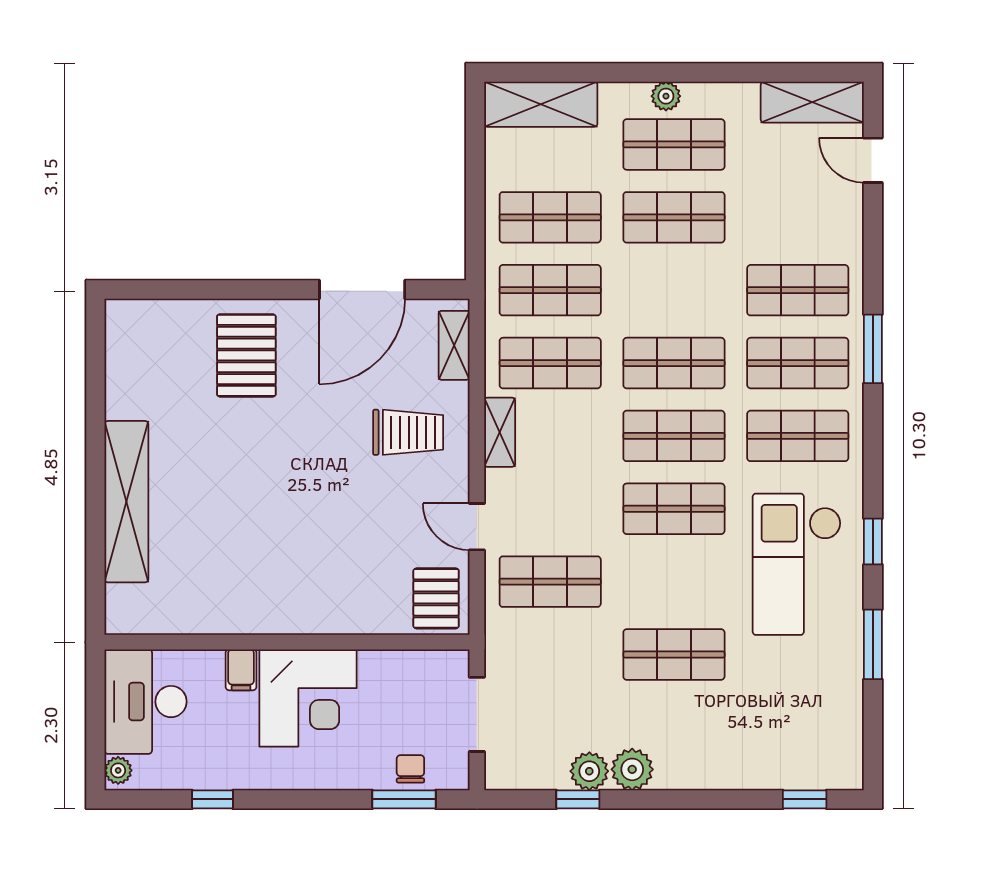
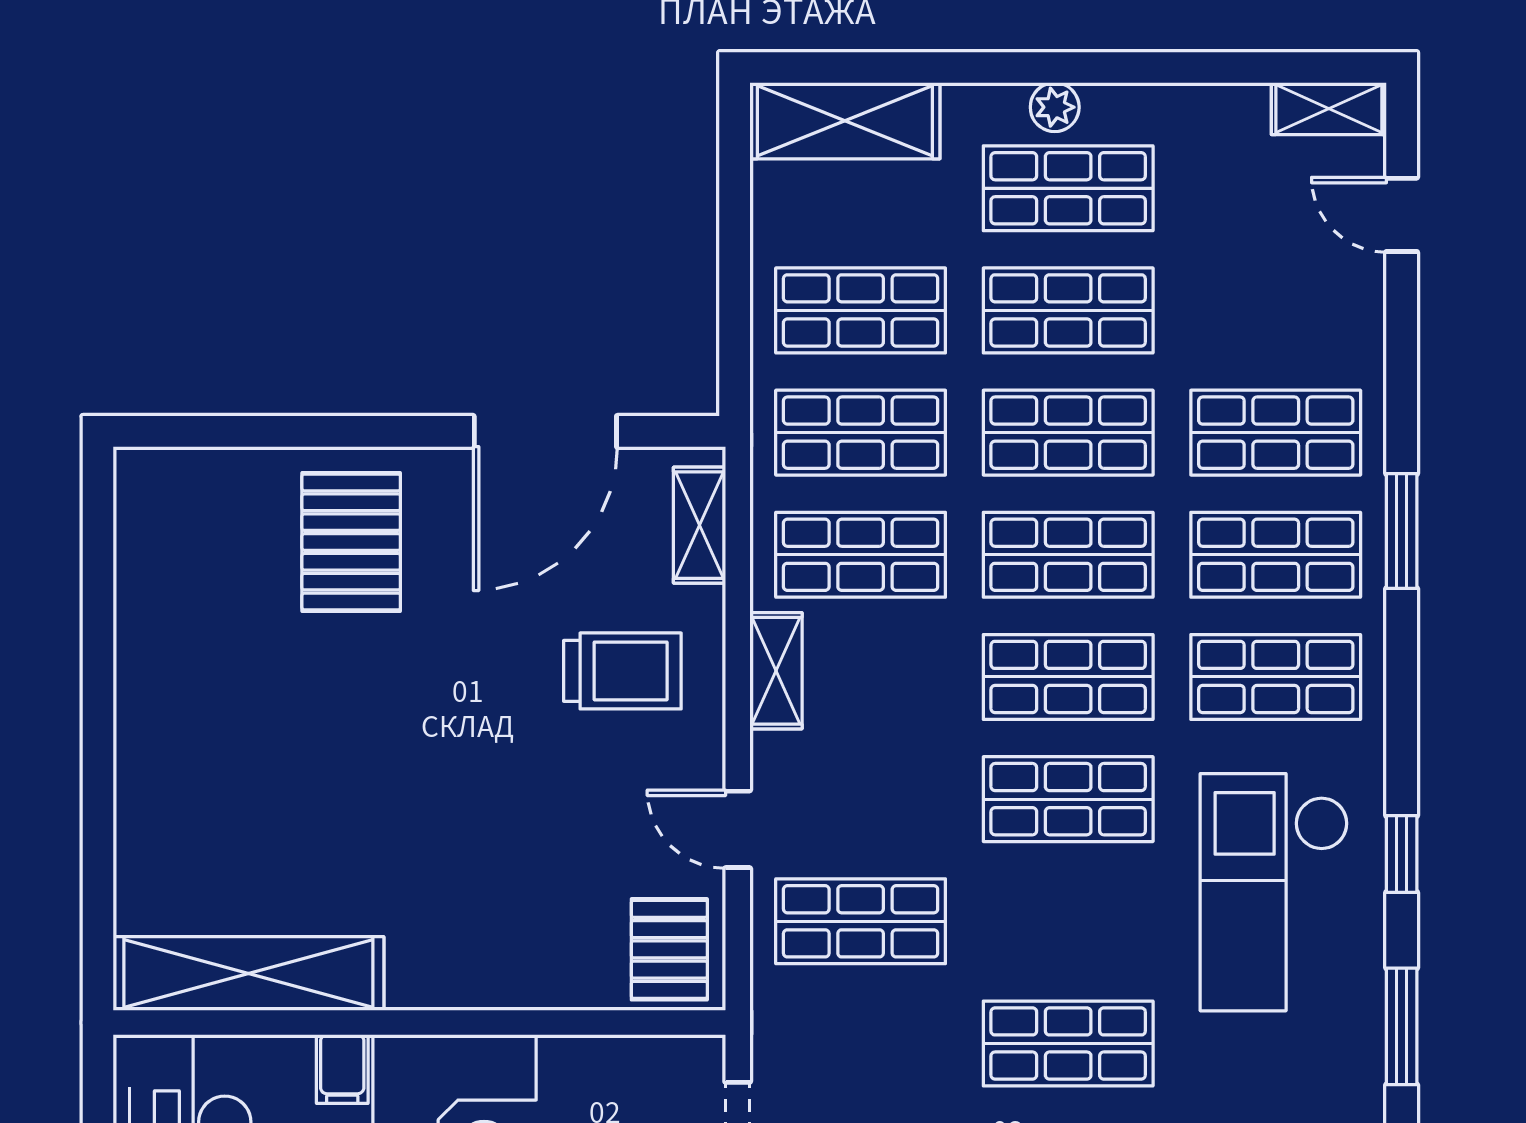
shelving: (812, 102) -> (1329, 109), width x0.67, depth x0.75
shop shelf: (674, 290) -> (1068, 433), added
shelving: (126, 502) -> (248, 974), moved, turned 90

